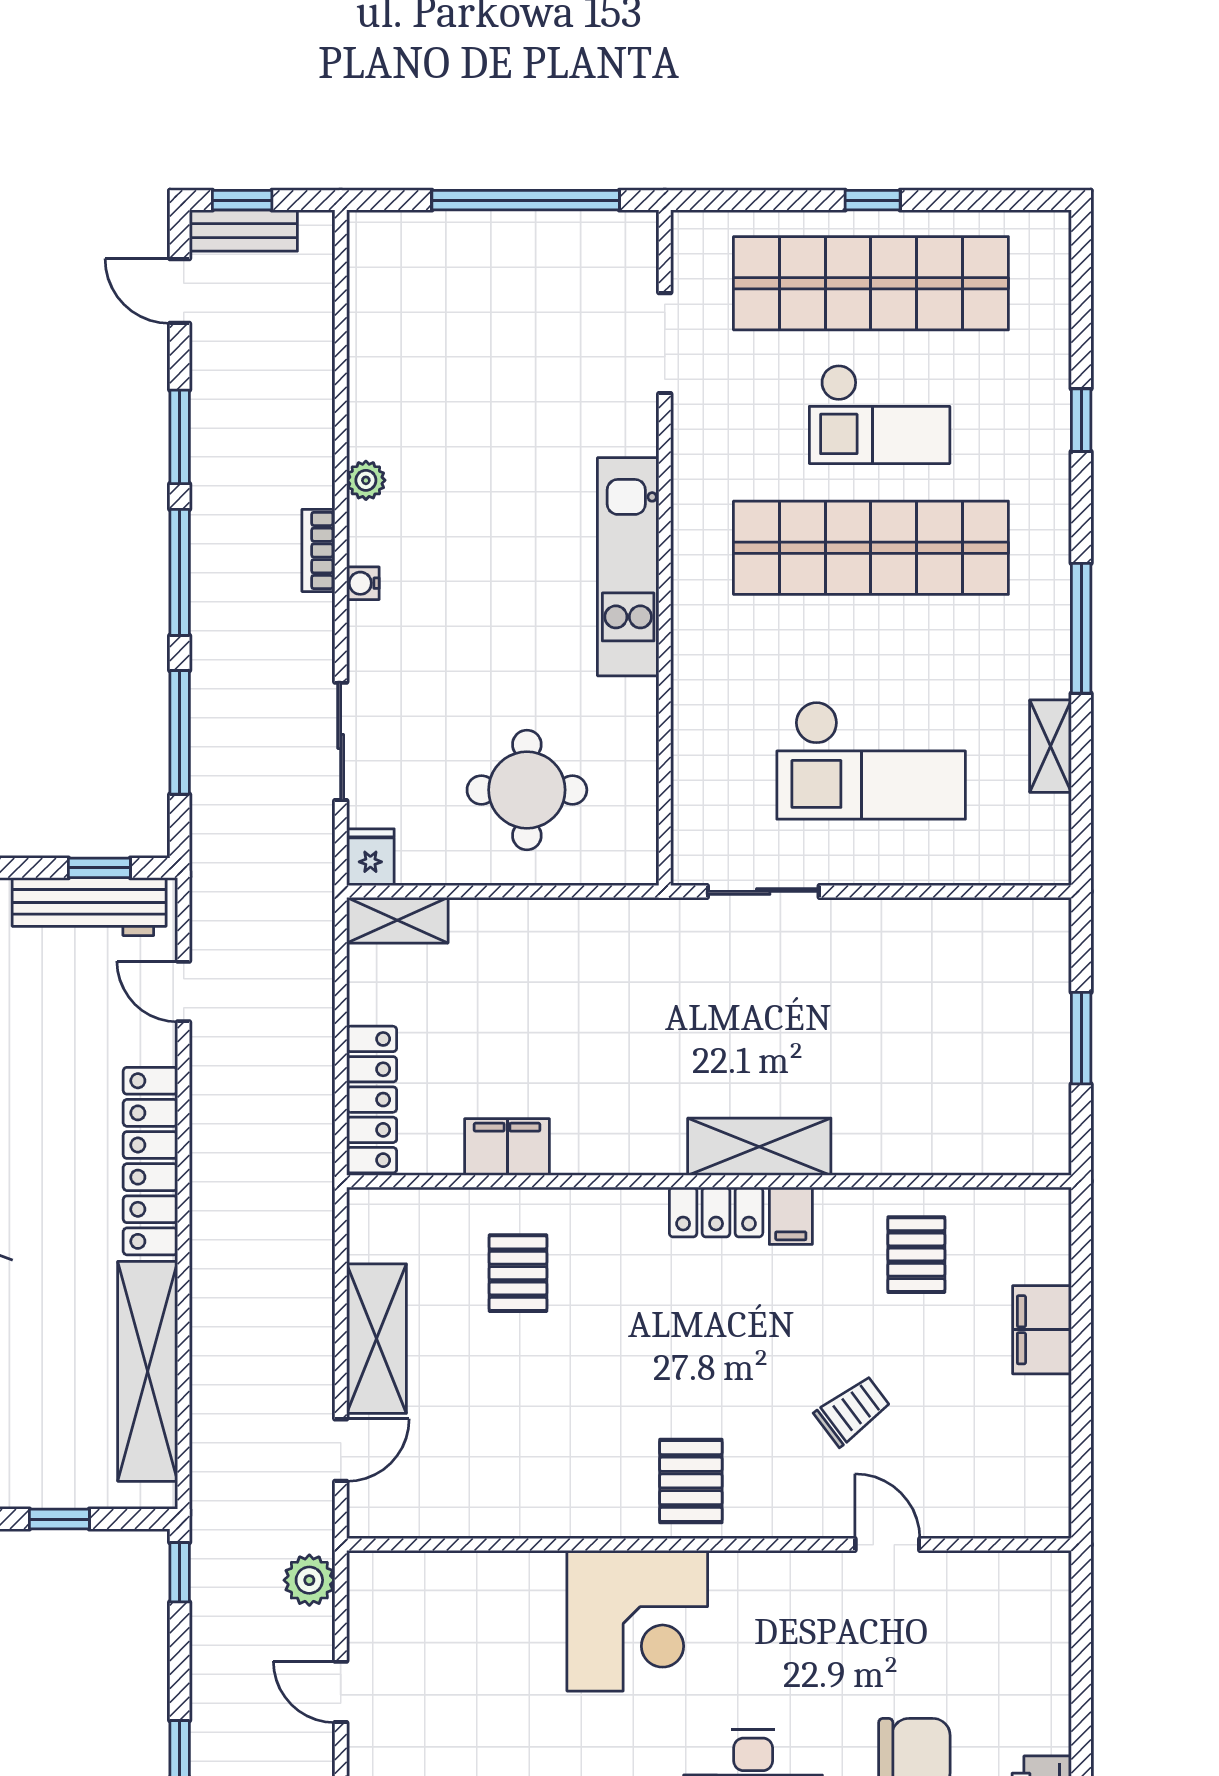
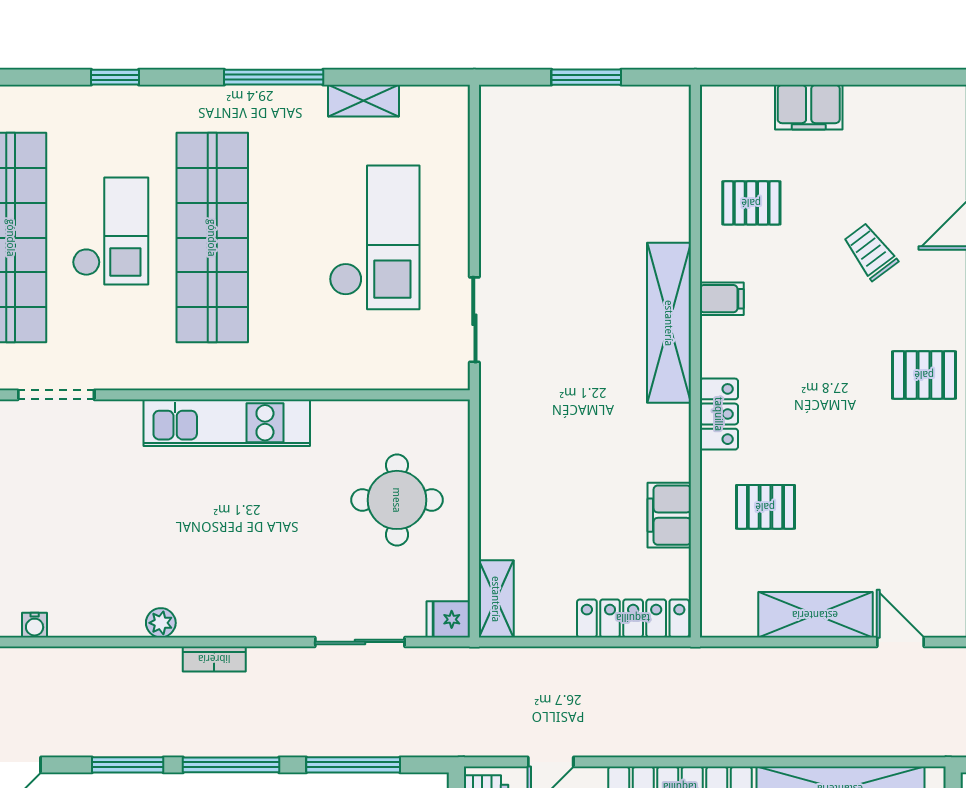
water cooler: (363, 583) -> (35, 625), moved
shelving: (759, 1147) -> (669, 323), width x1.47
locker: (716, 1212) -> (719, 414), moved

